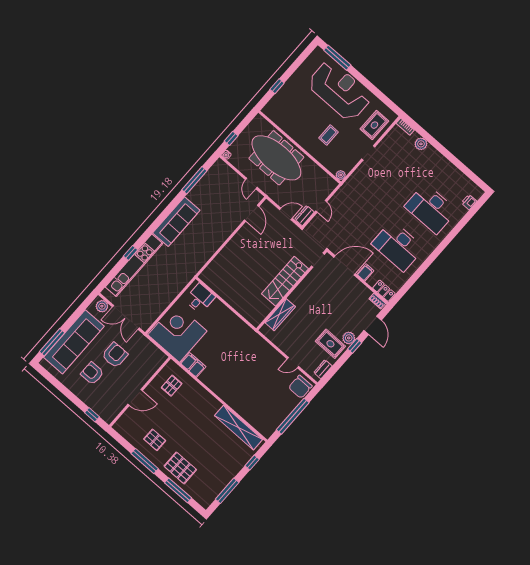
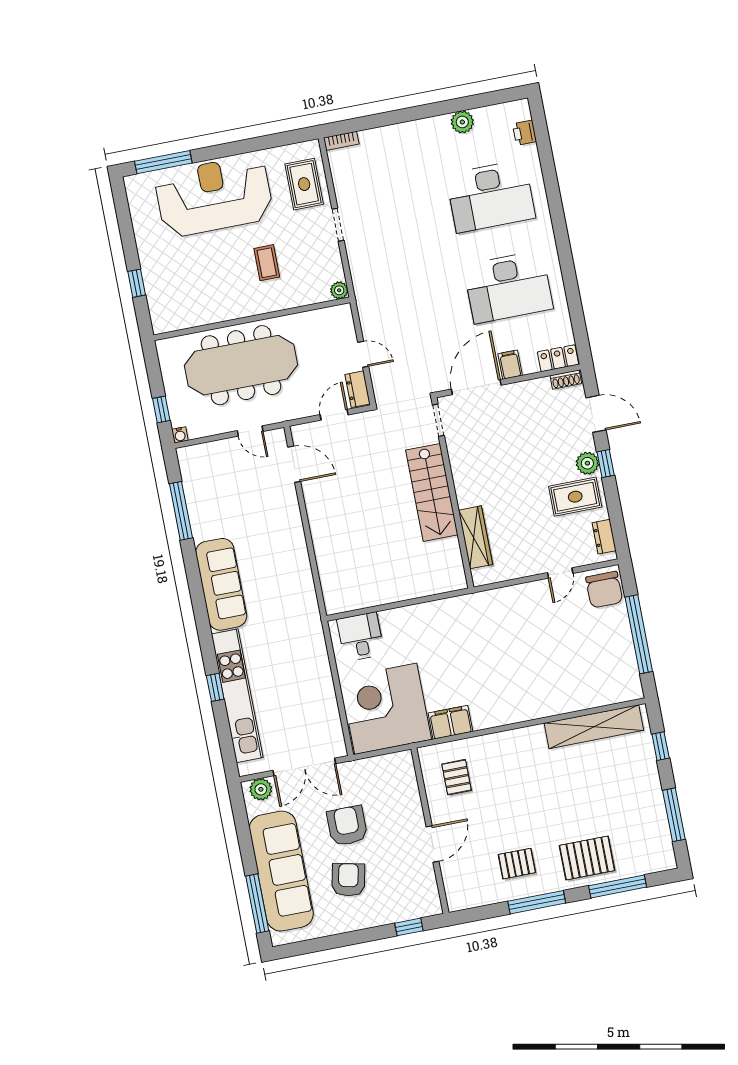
plant: (421, 144) -> (462, 122), moved
armchair: (92, 373) -> (348, 880), turned 102

